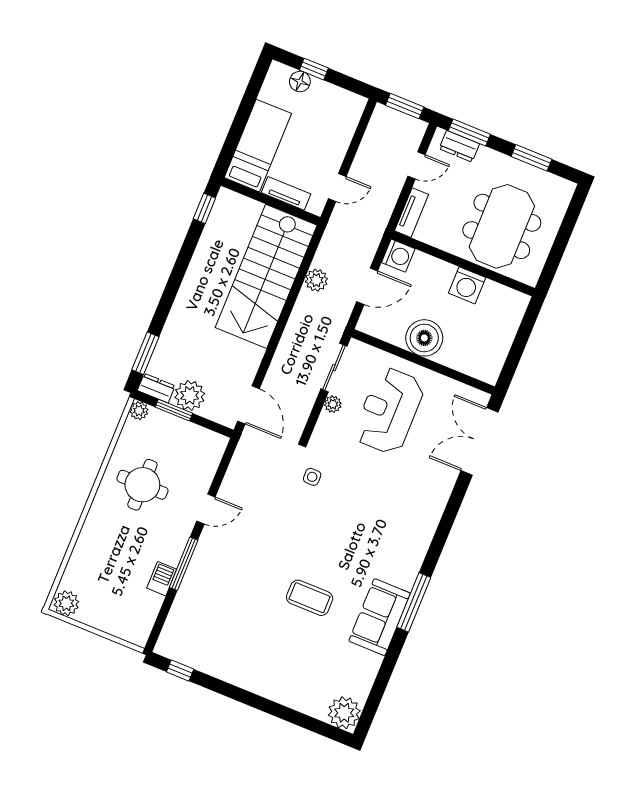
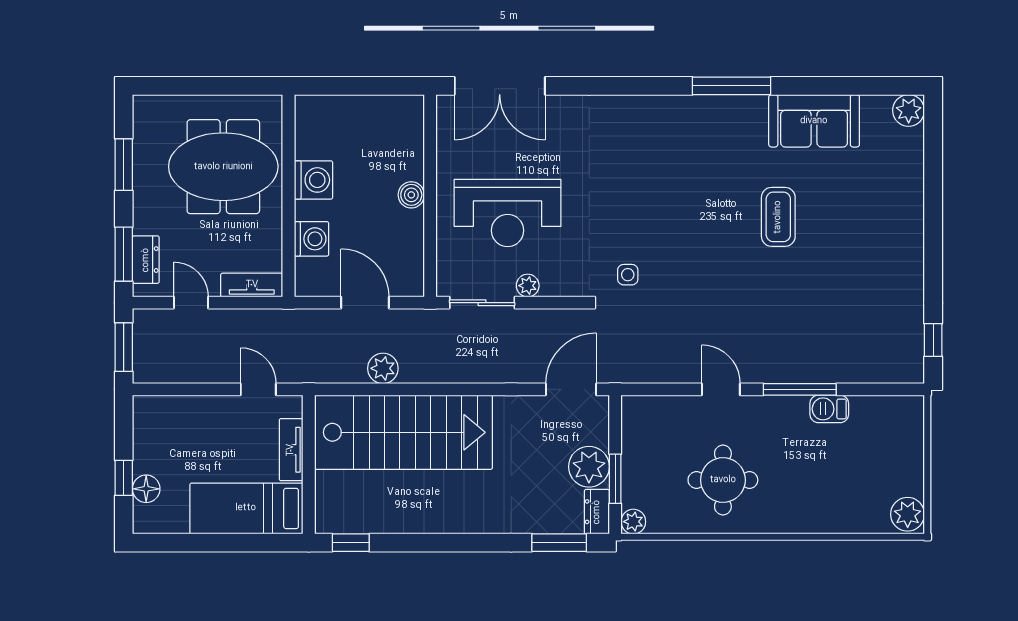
washing machine: (398, 256) -> (311, 239), moved, turned 90
boiler: (424, 338) -> (411, 195), width x0.54, depth x0.54
sofa: (380, 617) -> (814, 121), moved
plant: (344, 713) -> (909, 110), width x0.73, depth x0.73

